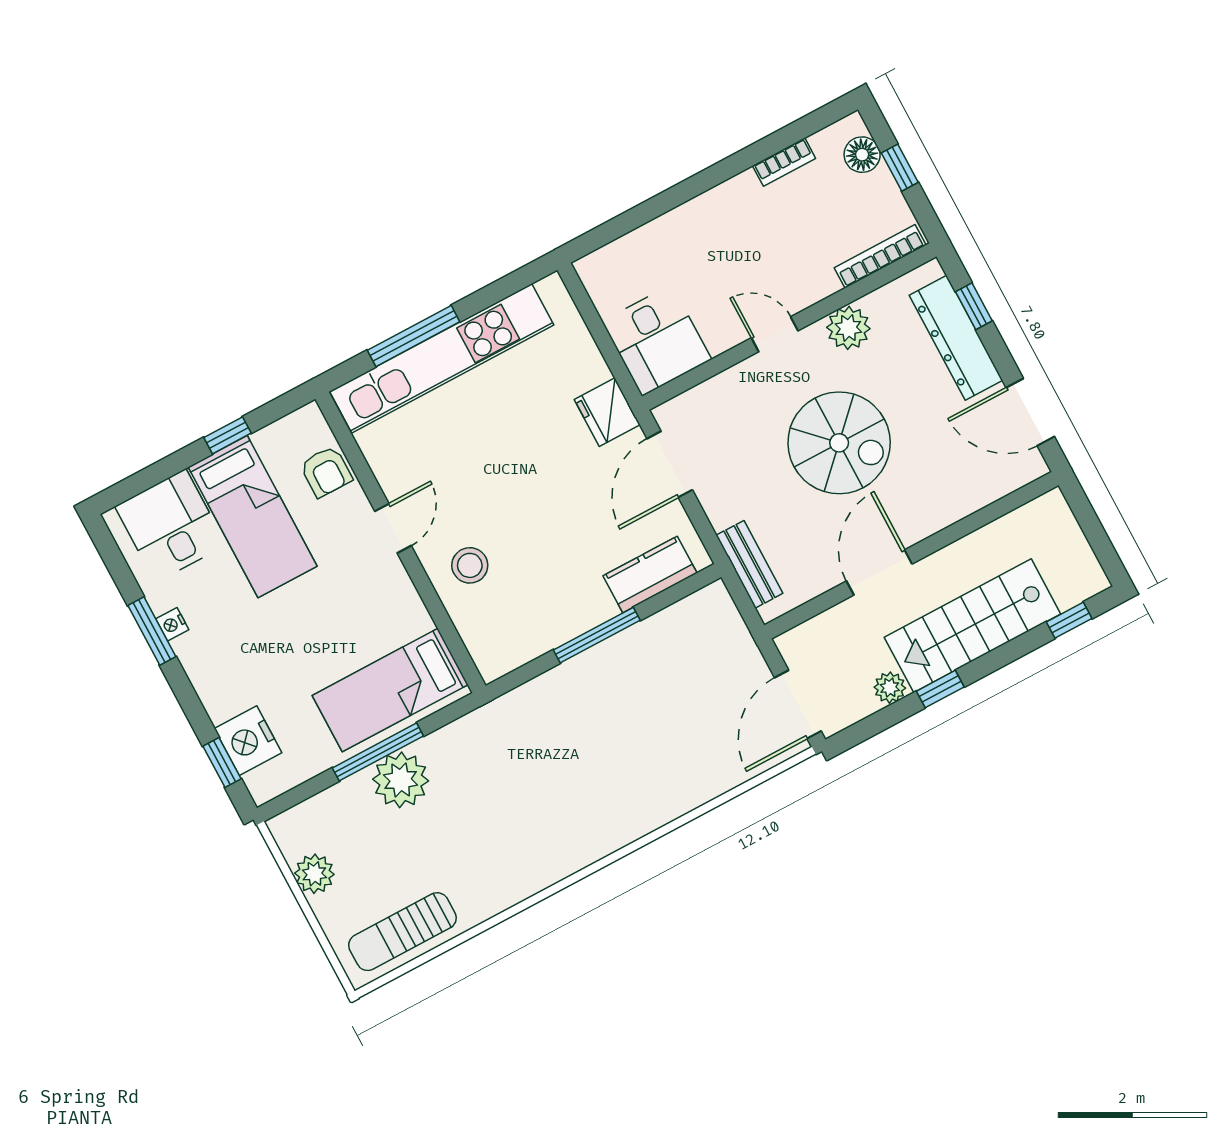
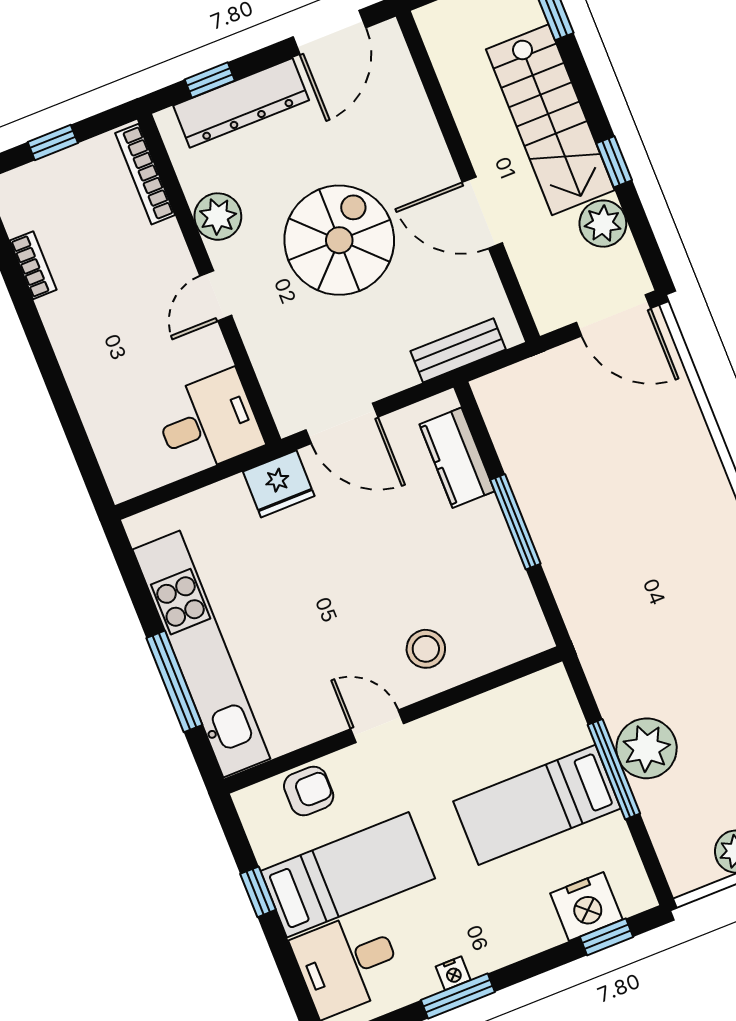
floor lamp: (862, 155) -> (35, 181), removed
plant: (890, 688) -> (603, 224), width x1.38, depth x1.38
bed: (390, 690) -> (537, 805), moved, turned 90

